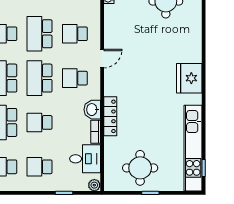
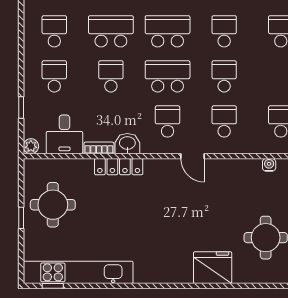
school desk: (40, 34) -> (224, 76), width x0.54
fridge: (189, 78) -> (213, 268), moved

